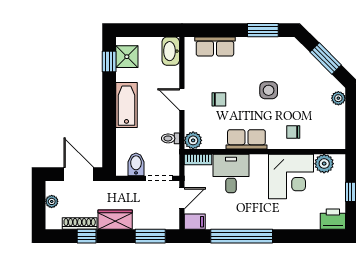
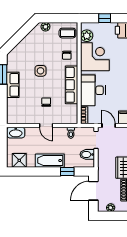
row of seats: (215, 46) -> (13, 85), moved
window: (326, 59) -> (20, 35), removed
window: (109, 62) -> (67, 172), moved
door: (182, 99) -> (46, 126), hinge flipped
coffee table: (328, 133) -> (67, 33), added
row of seats: (246, 139) -> (71, 85), width x1.48
plant: (193, 140) -> (72, 118), removed
desk: (231, 173) -> (93, 90), width x1.37

